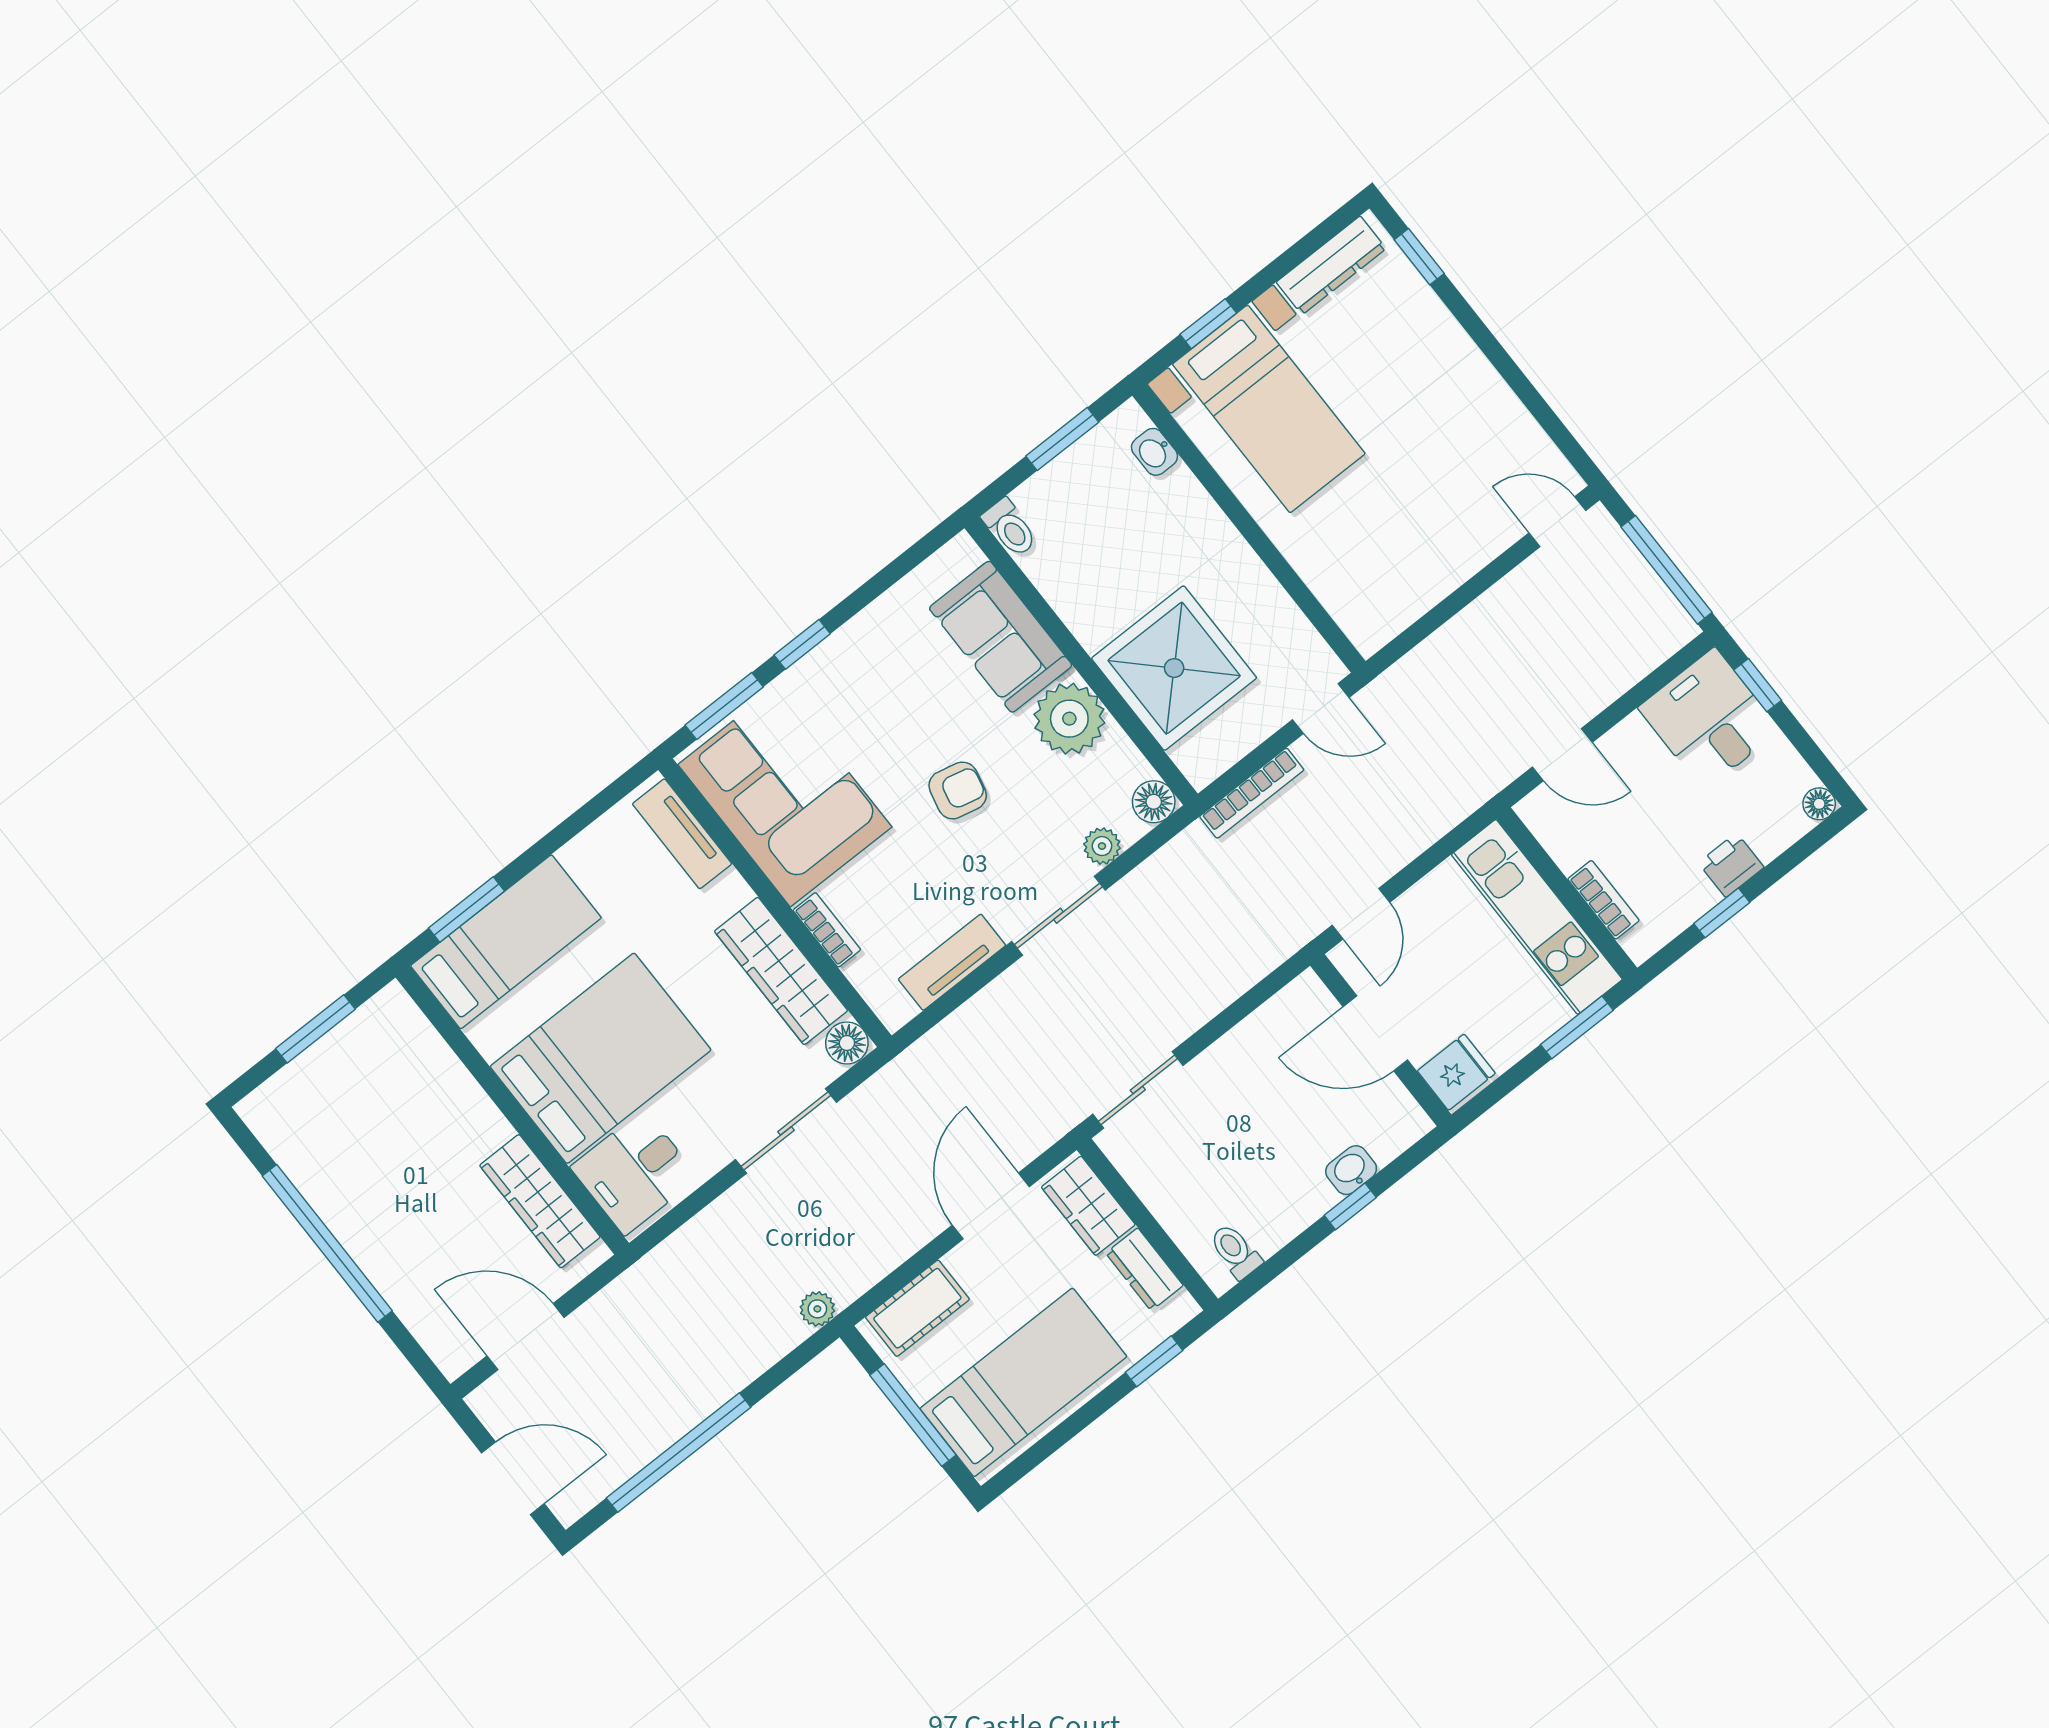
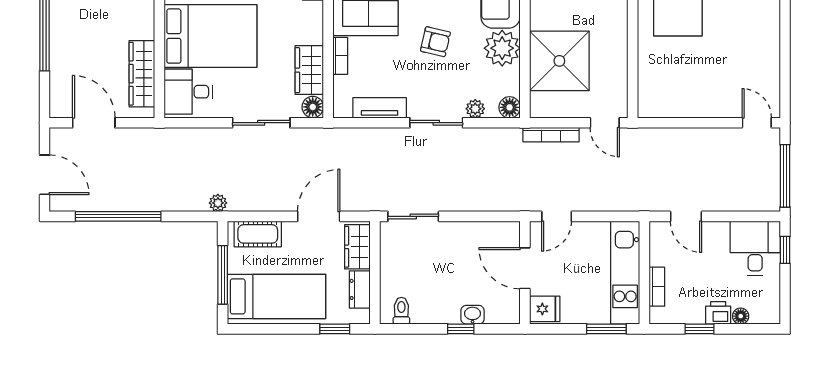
floor lamp: (1819, 804) -> (741, 316), moved
wardrobe: (781, 971) -> (309, 70), width x0.67

